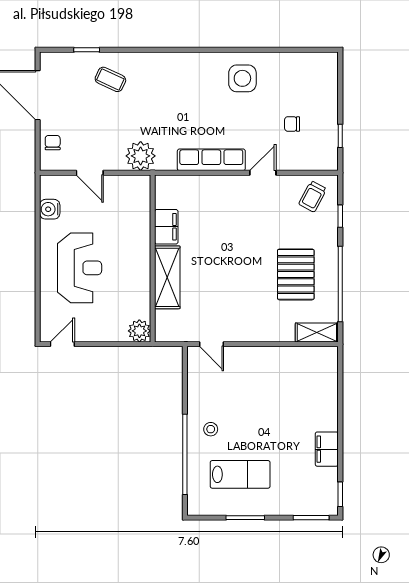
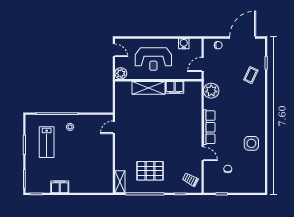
filing cabinet: (166, 227) -> (175, 87), moved
wall: (153, 258) -> (158, 80), moved
shelving: (167, 277) -> (149, 88), moved
plant: (139, 331) -> (121, 73), moved

